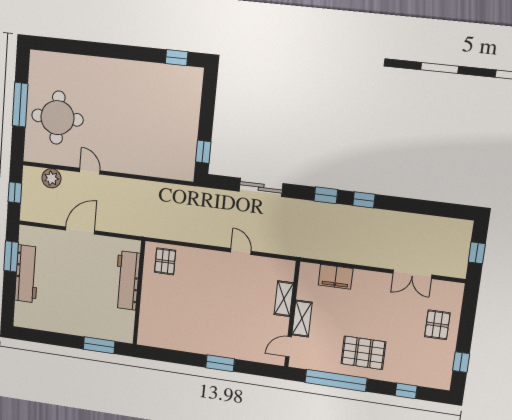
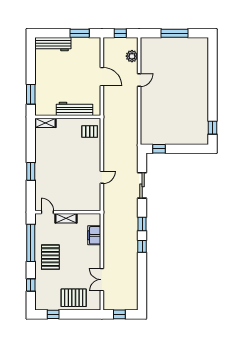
round table: (57, 118) -> (169, 57), removed
workbench: (27, 274) -> (53, 44), moved
shelving: (284, 299) -> (45, 123), moved
pallet: (437, 325) -> (74, 298), width x1.50, depth x1.42

